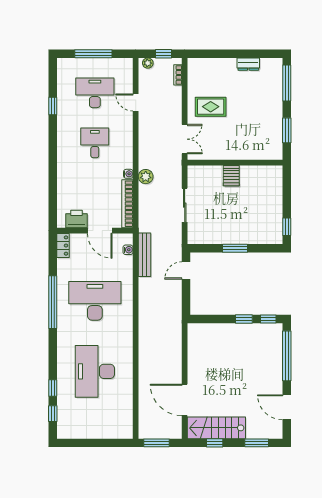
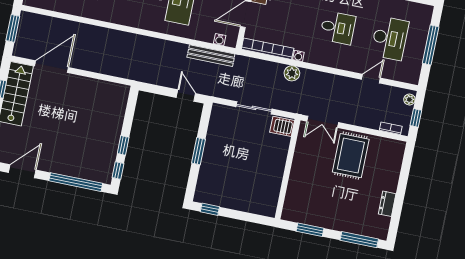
rug: (211, 107) -> (351, 156), width x1.36, depth x1.43
server rack: (231, 176) -> (282, 126), moved

